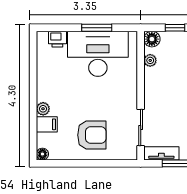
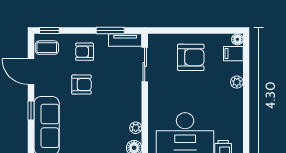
filing cabinet: (47, 124) -> (233, 54), moved
armchair: (92, 135) -> (191, 57), turned 180

